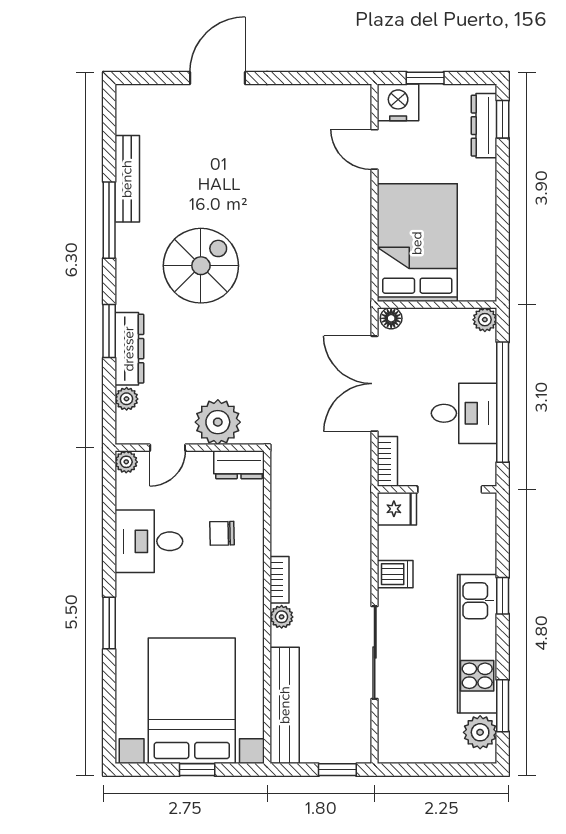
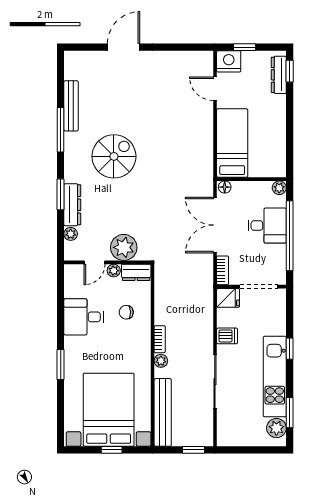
bed: (417, 243) -> (232, 143), width x0.67
desk: (464, 413) -> (267, 225), moved
plant: (126, 462) -> (114, 271), moved

